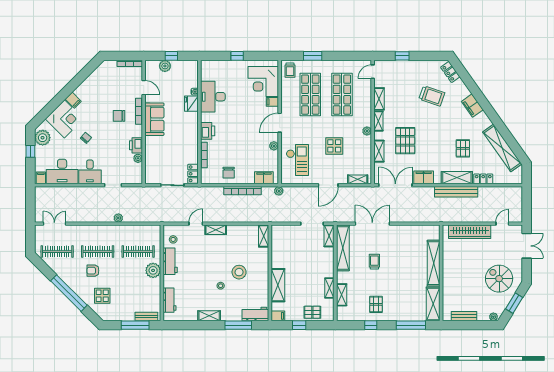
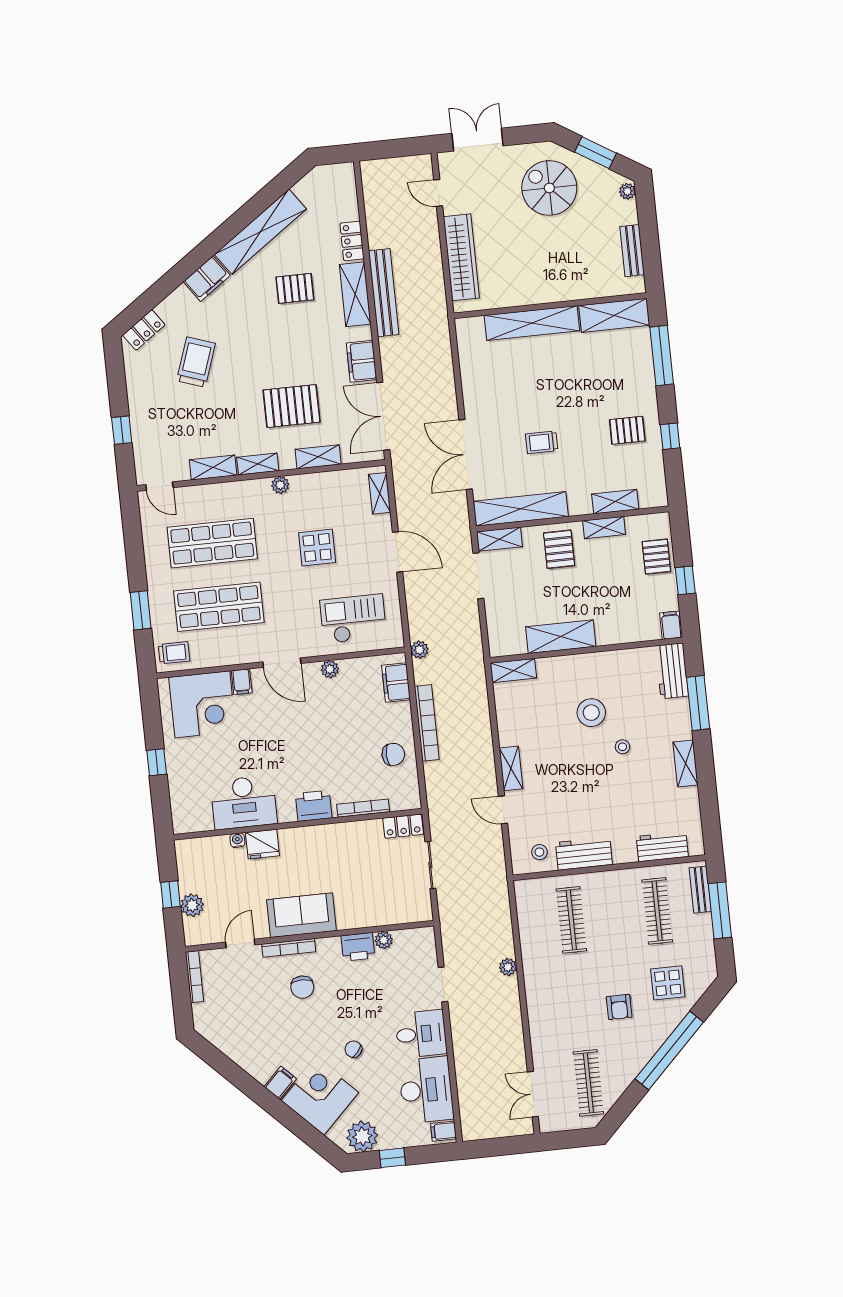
shelving: (502, 148) -> (260, 232), moved
clothes rail: (98, 252) -> (657, 911), moved
pallet: (321, 265) -> (559, 549), added
plant: (153, 270) -> (606, 886), removed
spiral stairs: (499, 279) -> (549, 188), turned 90
shelving: (278, 285) -> (561, 637), moved

